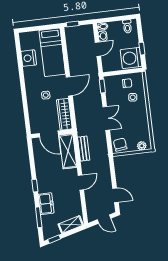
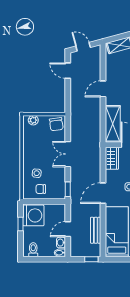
wardrobe: (64, 114) -> (112, 158), width x0.67
bench: (84, 149) -> (96, 230), moved

